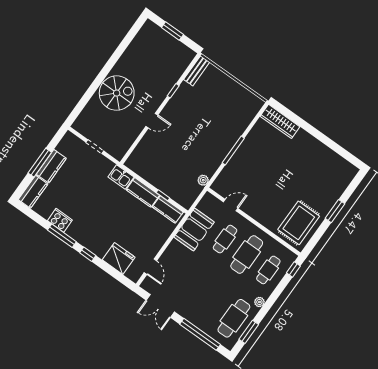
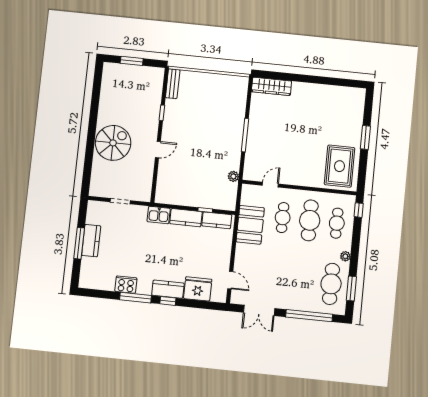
kitchen counter: (33, 192) -> (168, 289), moved, turned -90

